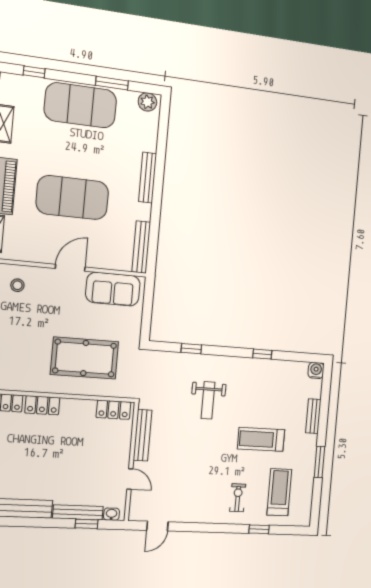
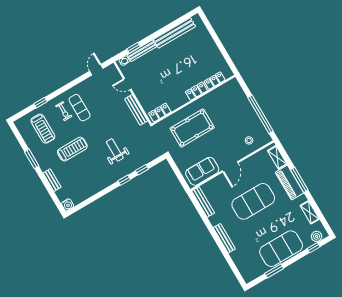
plant: (147, 102) -> (317, 236), moved
window: (262, 354) -> (124, 180), moved
exercise mat: (214, 489) -> (80, 108), added

